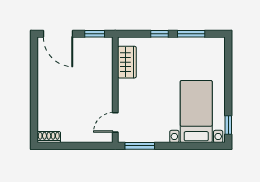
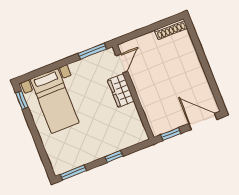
window: (191, 34) -> (73, 173), moved
wardrobe: (127, 62) -> (121, 91), moved
shoe rack: (49, 137) -> (171, 29), width x1.43

